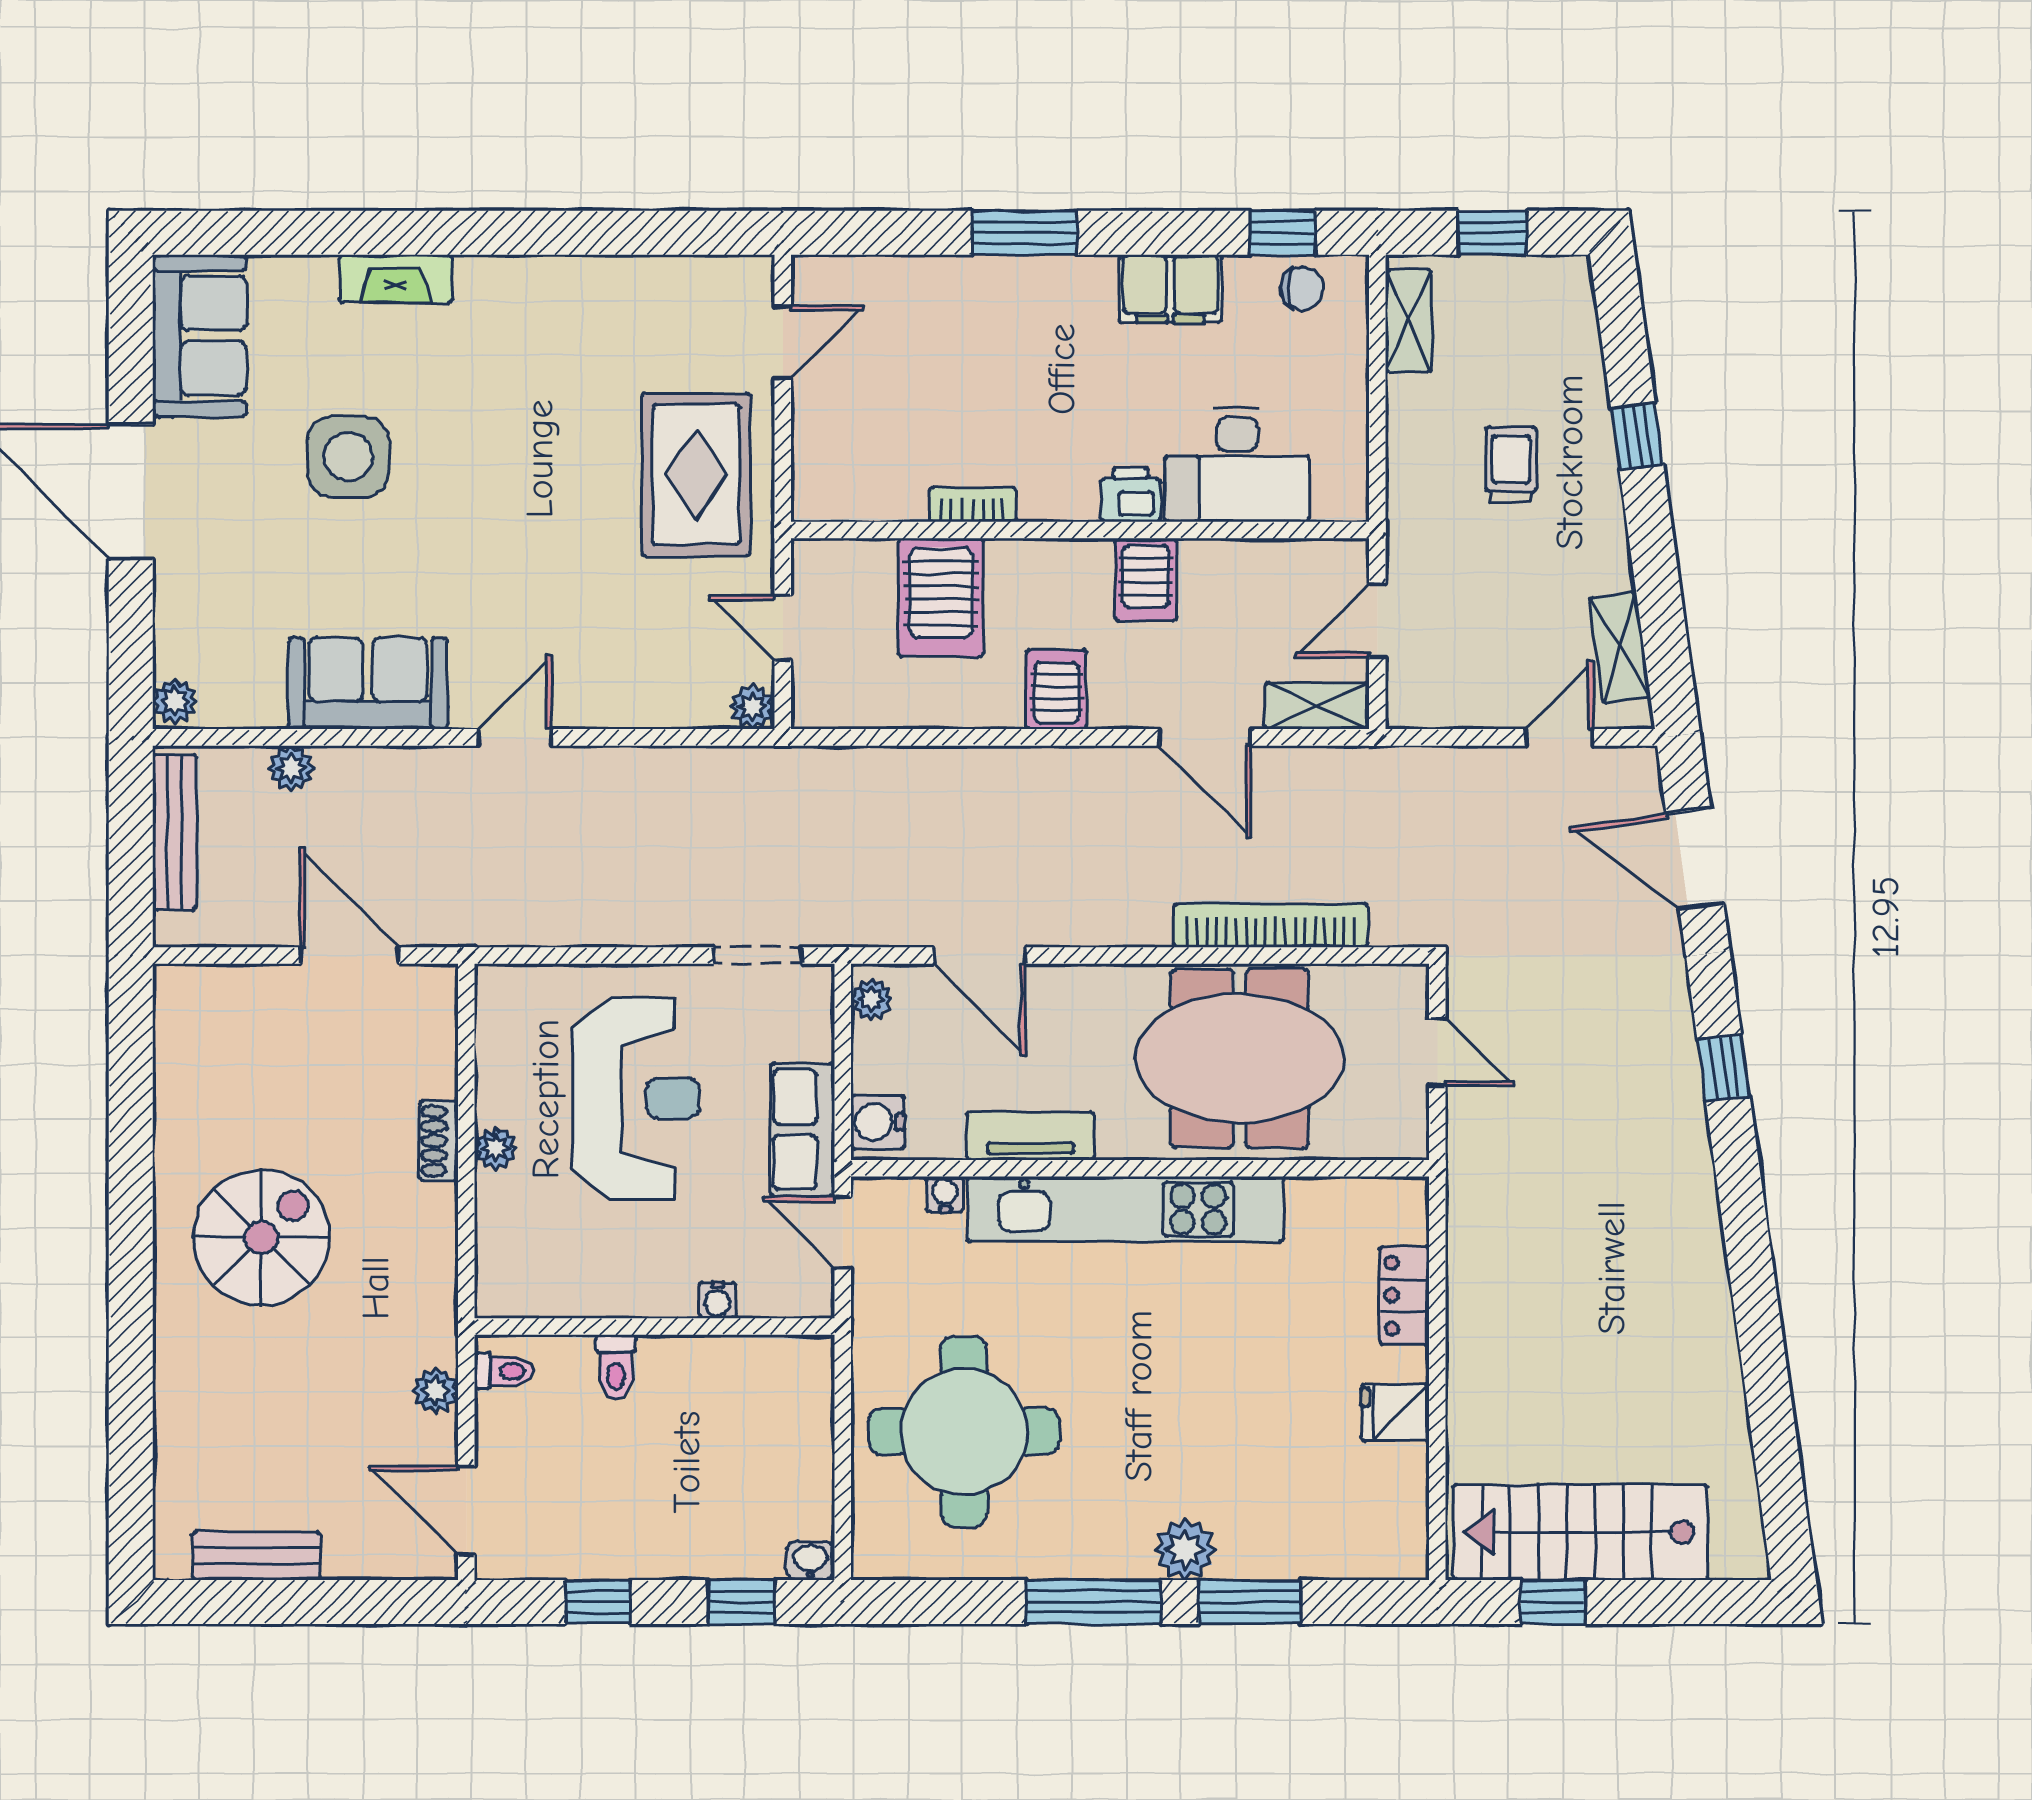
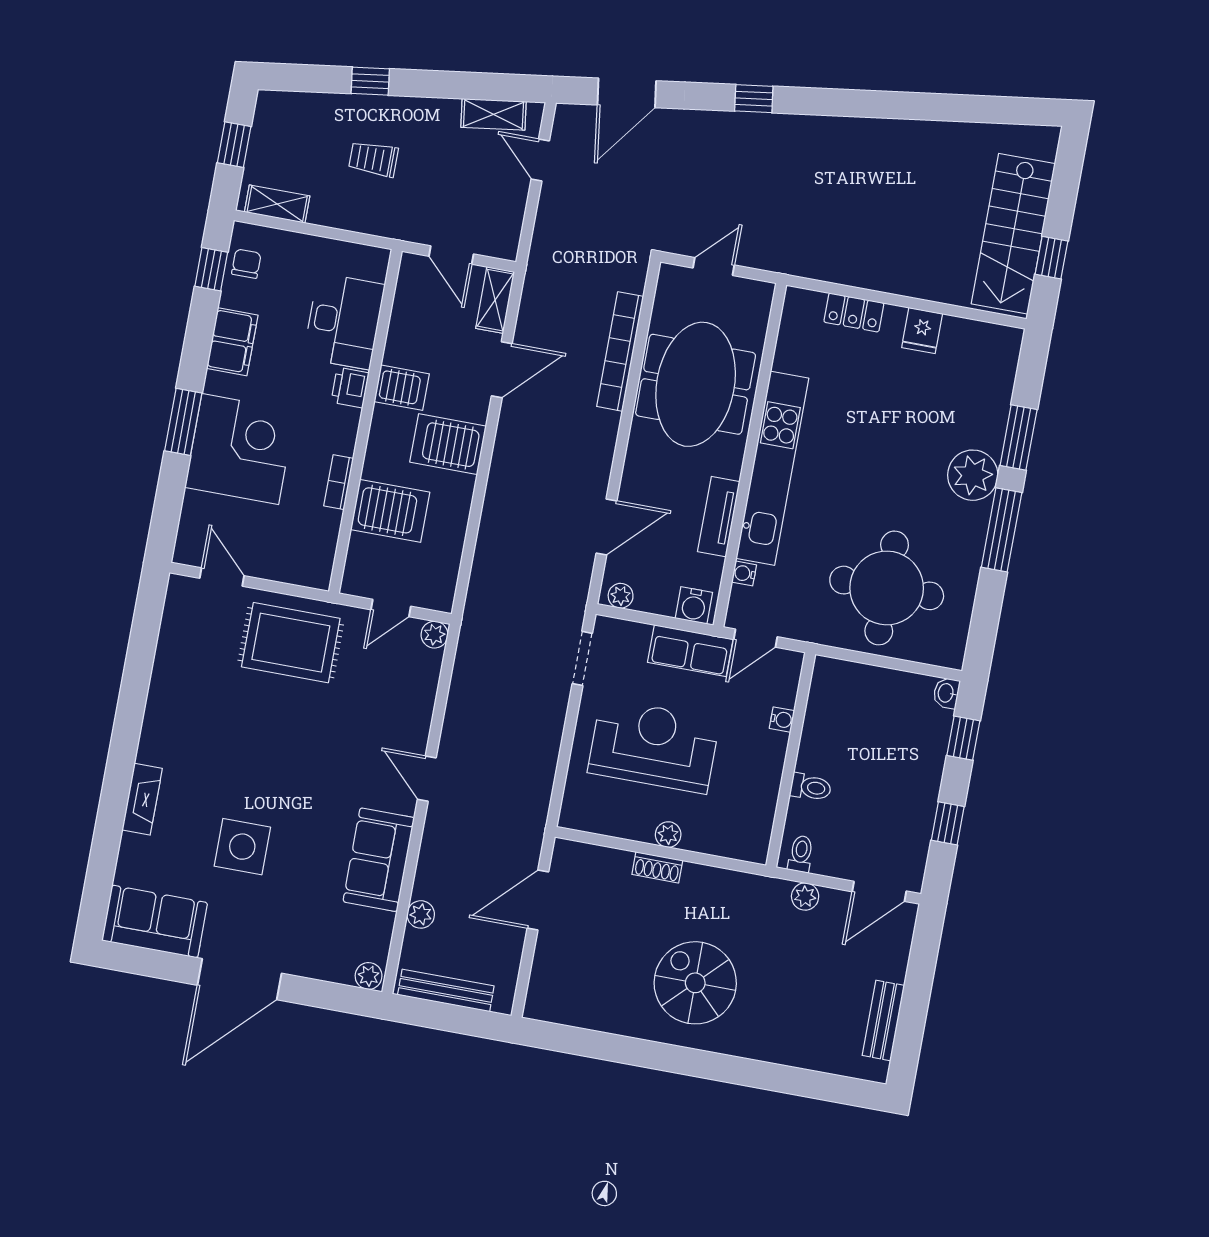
corner desk: (997, 334) -> (240, 449), added
server rack: (1057, 689) -> (448, 444), width x1.36, depth x1.44
plant: (1185, 1550) -> (973, 475), width x1.36, depth x1.36

